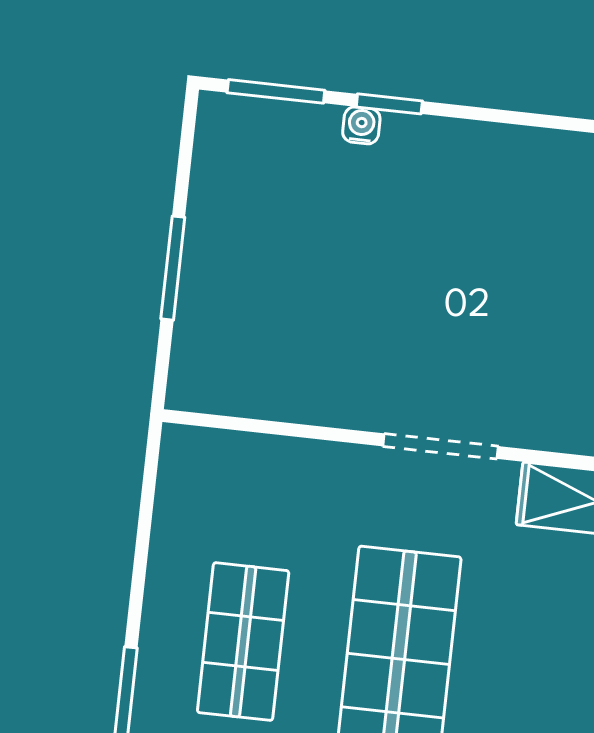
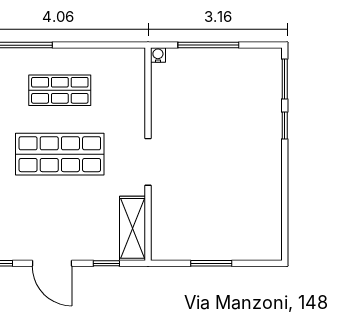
water cooler: (361, 125) -> (158, 55), moved, turned -90
window: (173, 268) -> (208, 45), width x1.44

